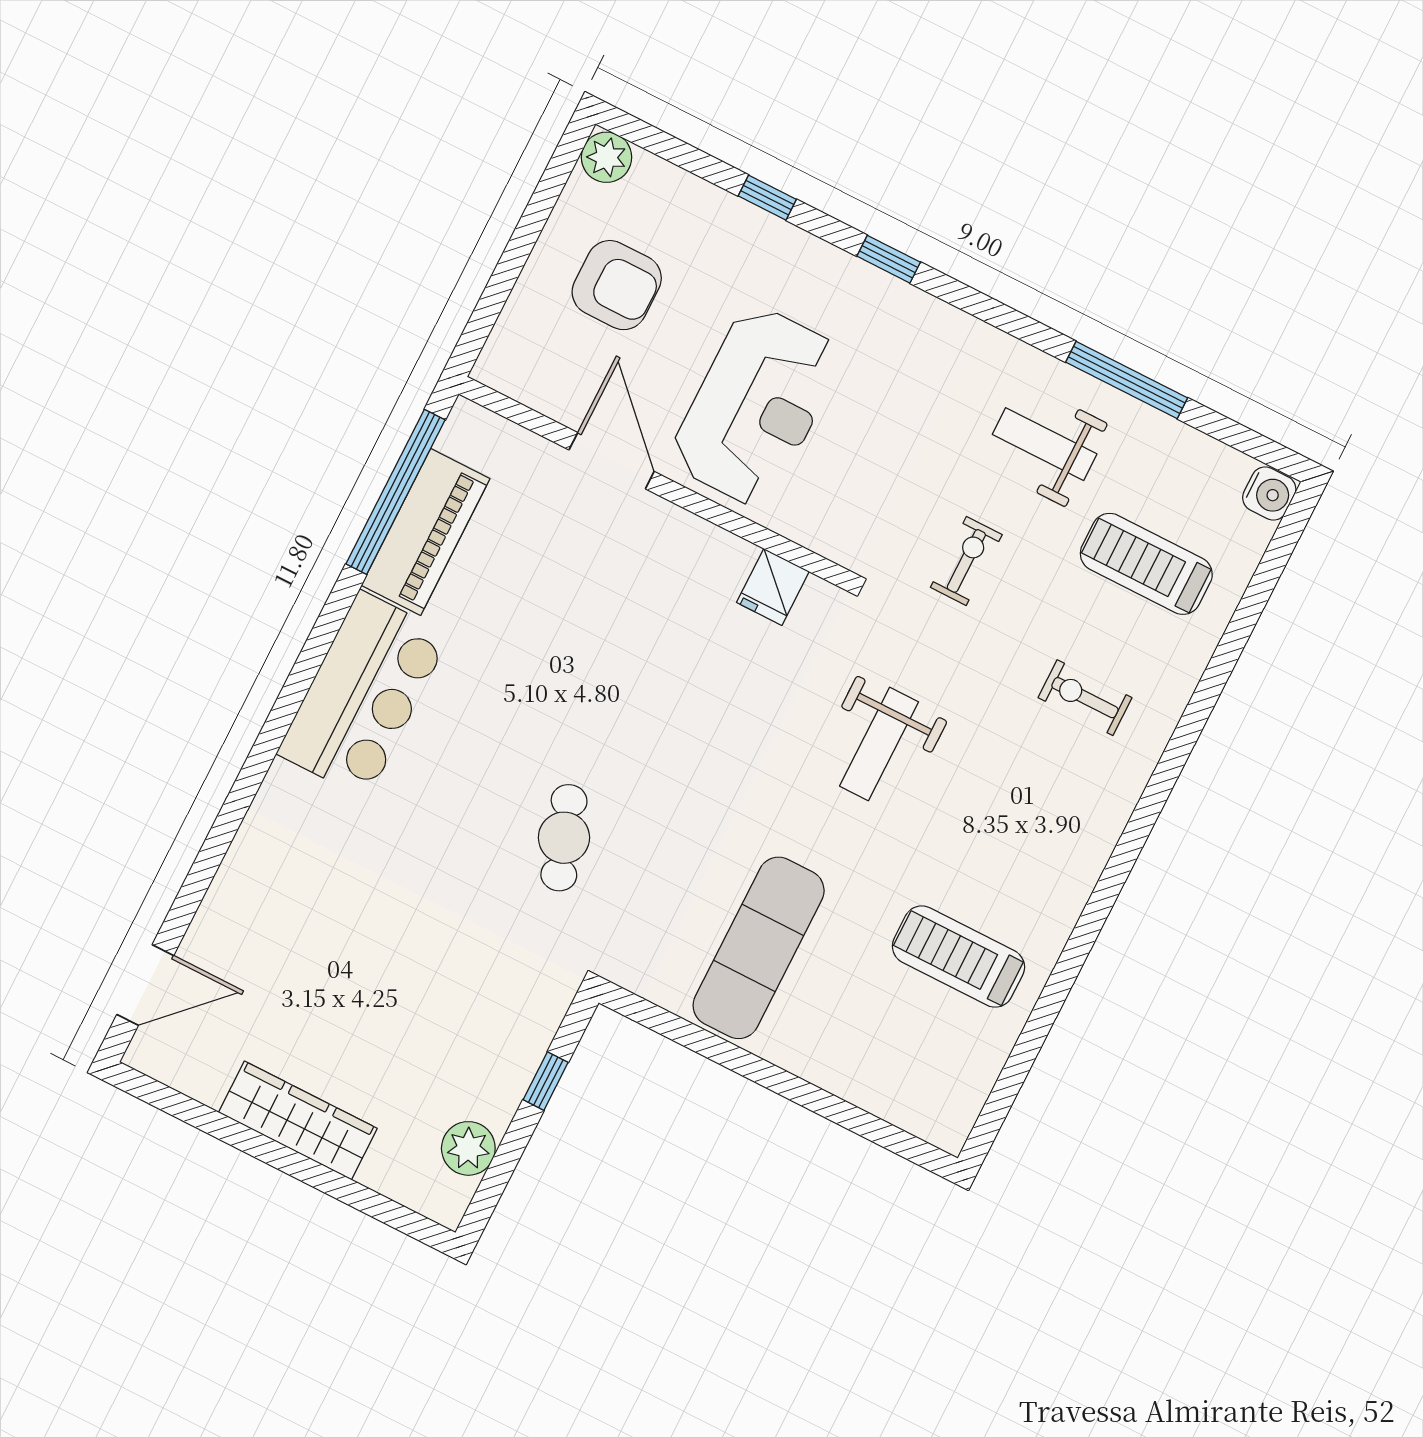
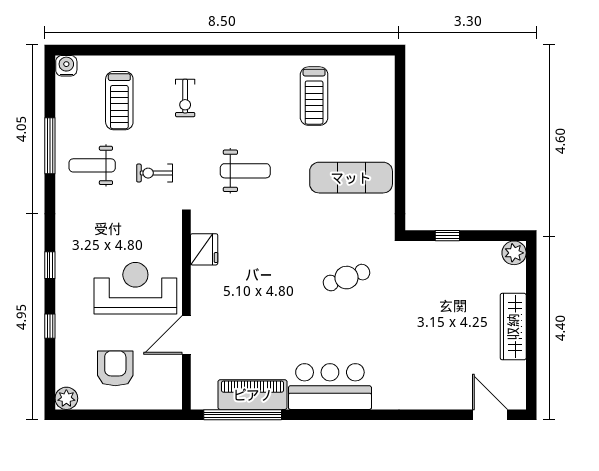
weight bench: (1045, 444) -> (92, 165), turned 90
fridge: (773, 587) -> (204, 249), width x1.38
plant: (468, 1148) -> (514, 253), moved

